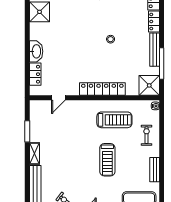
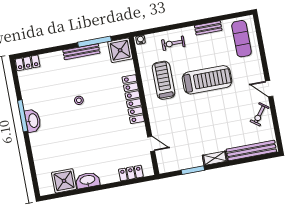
locker: (154, 22) -> (52, 58), removed
washbasin: (36, 51) -> (88, 180), moved
treadmill: (107, 160) -> (207, 80), width x1.37, depth x1.38

